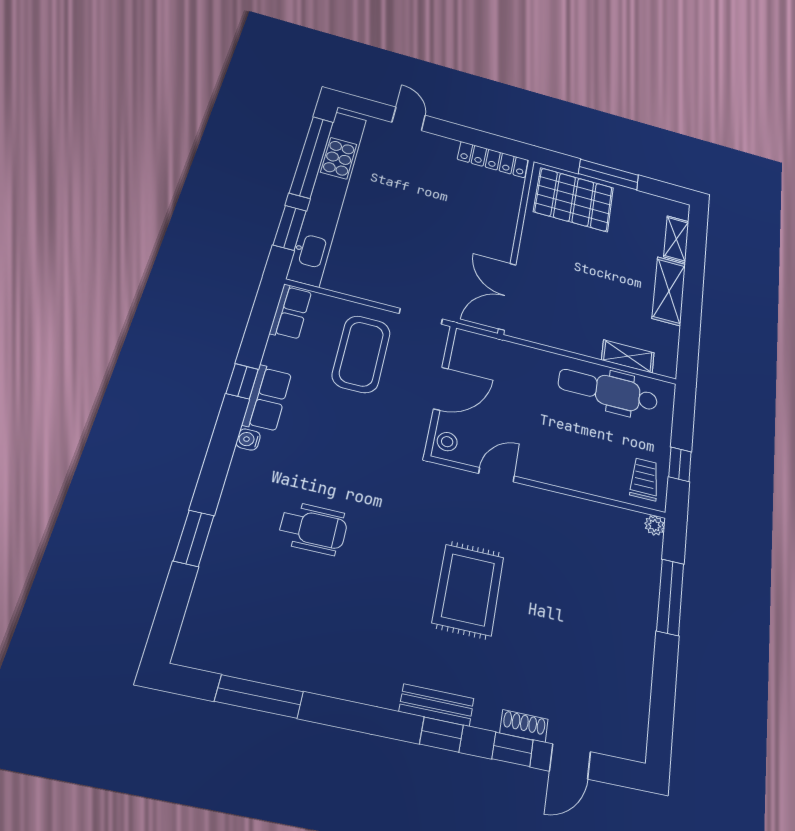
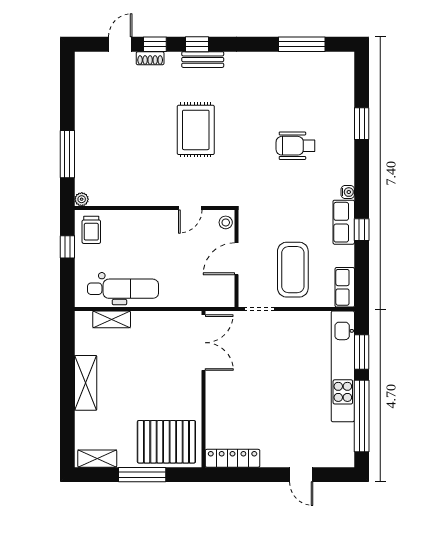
kitchen unit: (328, 196) -> (343, 366), width x0.73
shelving: (676, 239) -> (97, 459), moved, turned 90

